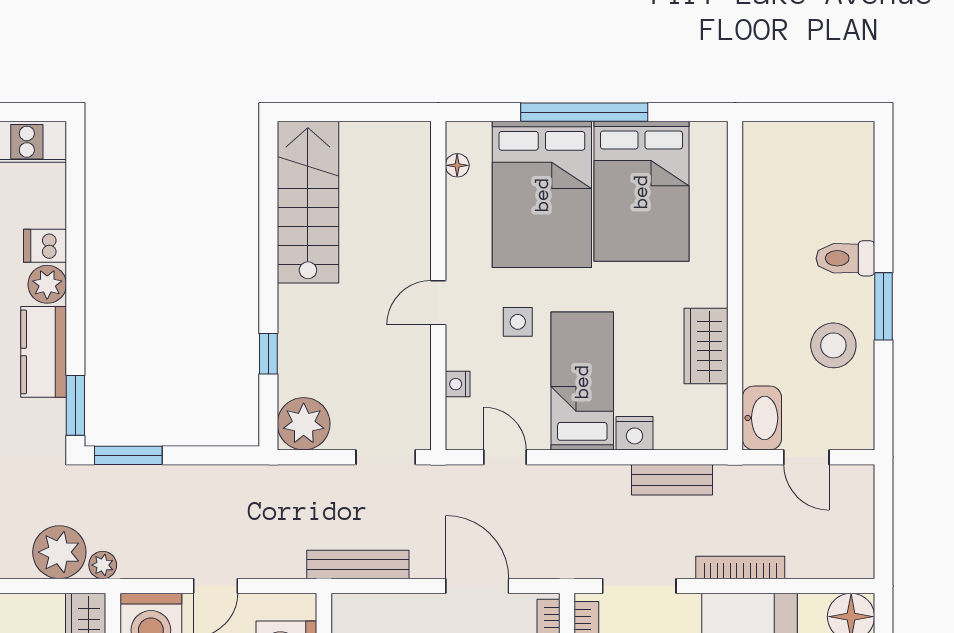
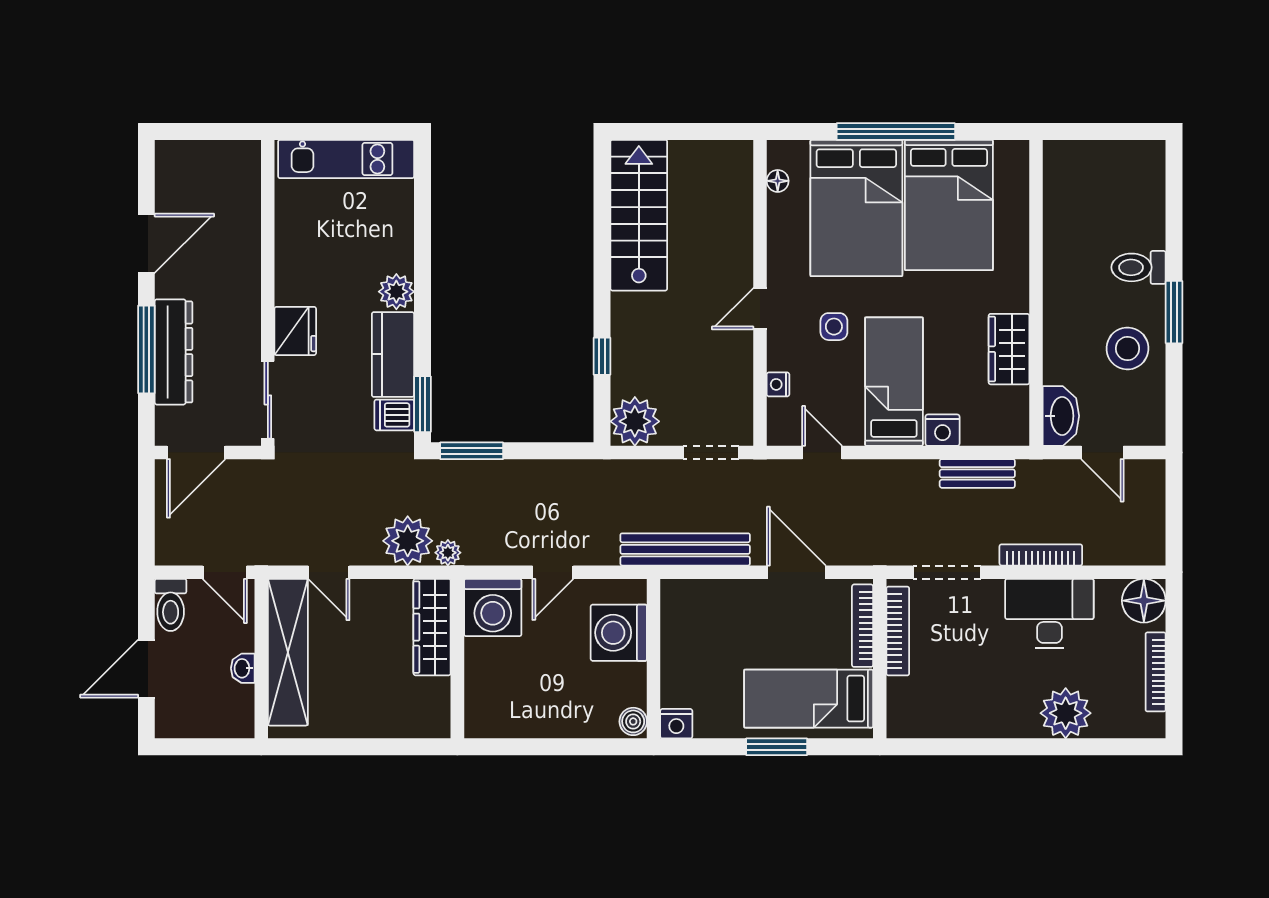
dishwasher: (45, 246) -> (394, 415), moved
bench: (358, 565) -> (685, 549), width x1.37, depth x1.21

